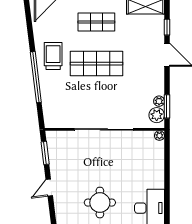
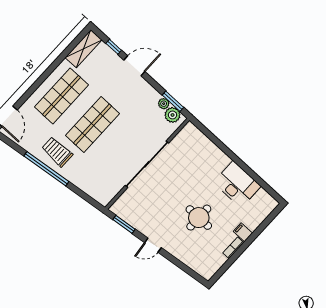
shop shelf: (96, 22) -> (61, 96), width x1.43, depth x1.36
window: (36, 77) -> (46, 169), moved
plant: (159, 136) -> (190, 127), removed
door: (49, 188) -> (153, 245), hinge flipped

